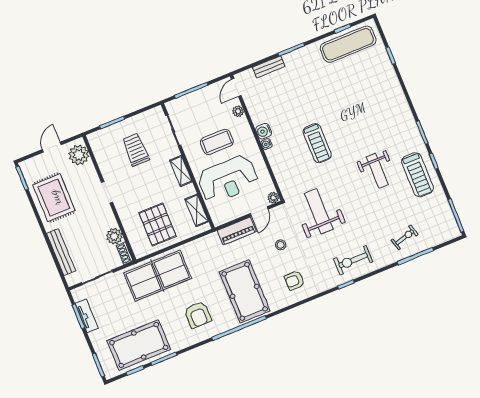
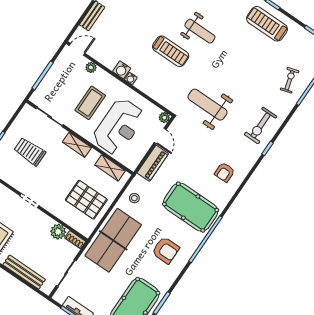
door: (236, 87) -> (77, 49), swing flipped
weight bench: (377, 171) -> (200, 31), moved
treadmill: (418, 175) -> (267, 24), turned 180
stool: (281, 245) -> (134, 198), moved

